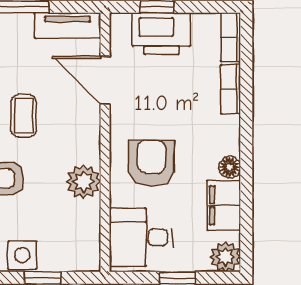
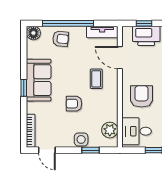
coffee table: (24, 116) -> (96, 79), moved
plant: (84, 182) -> (110, 130), moved

